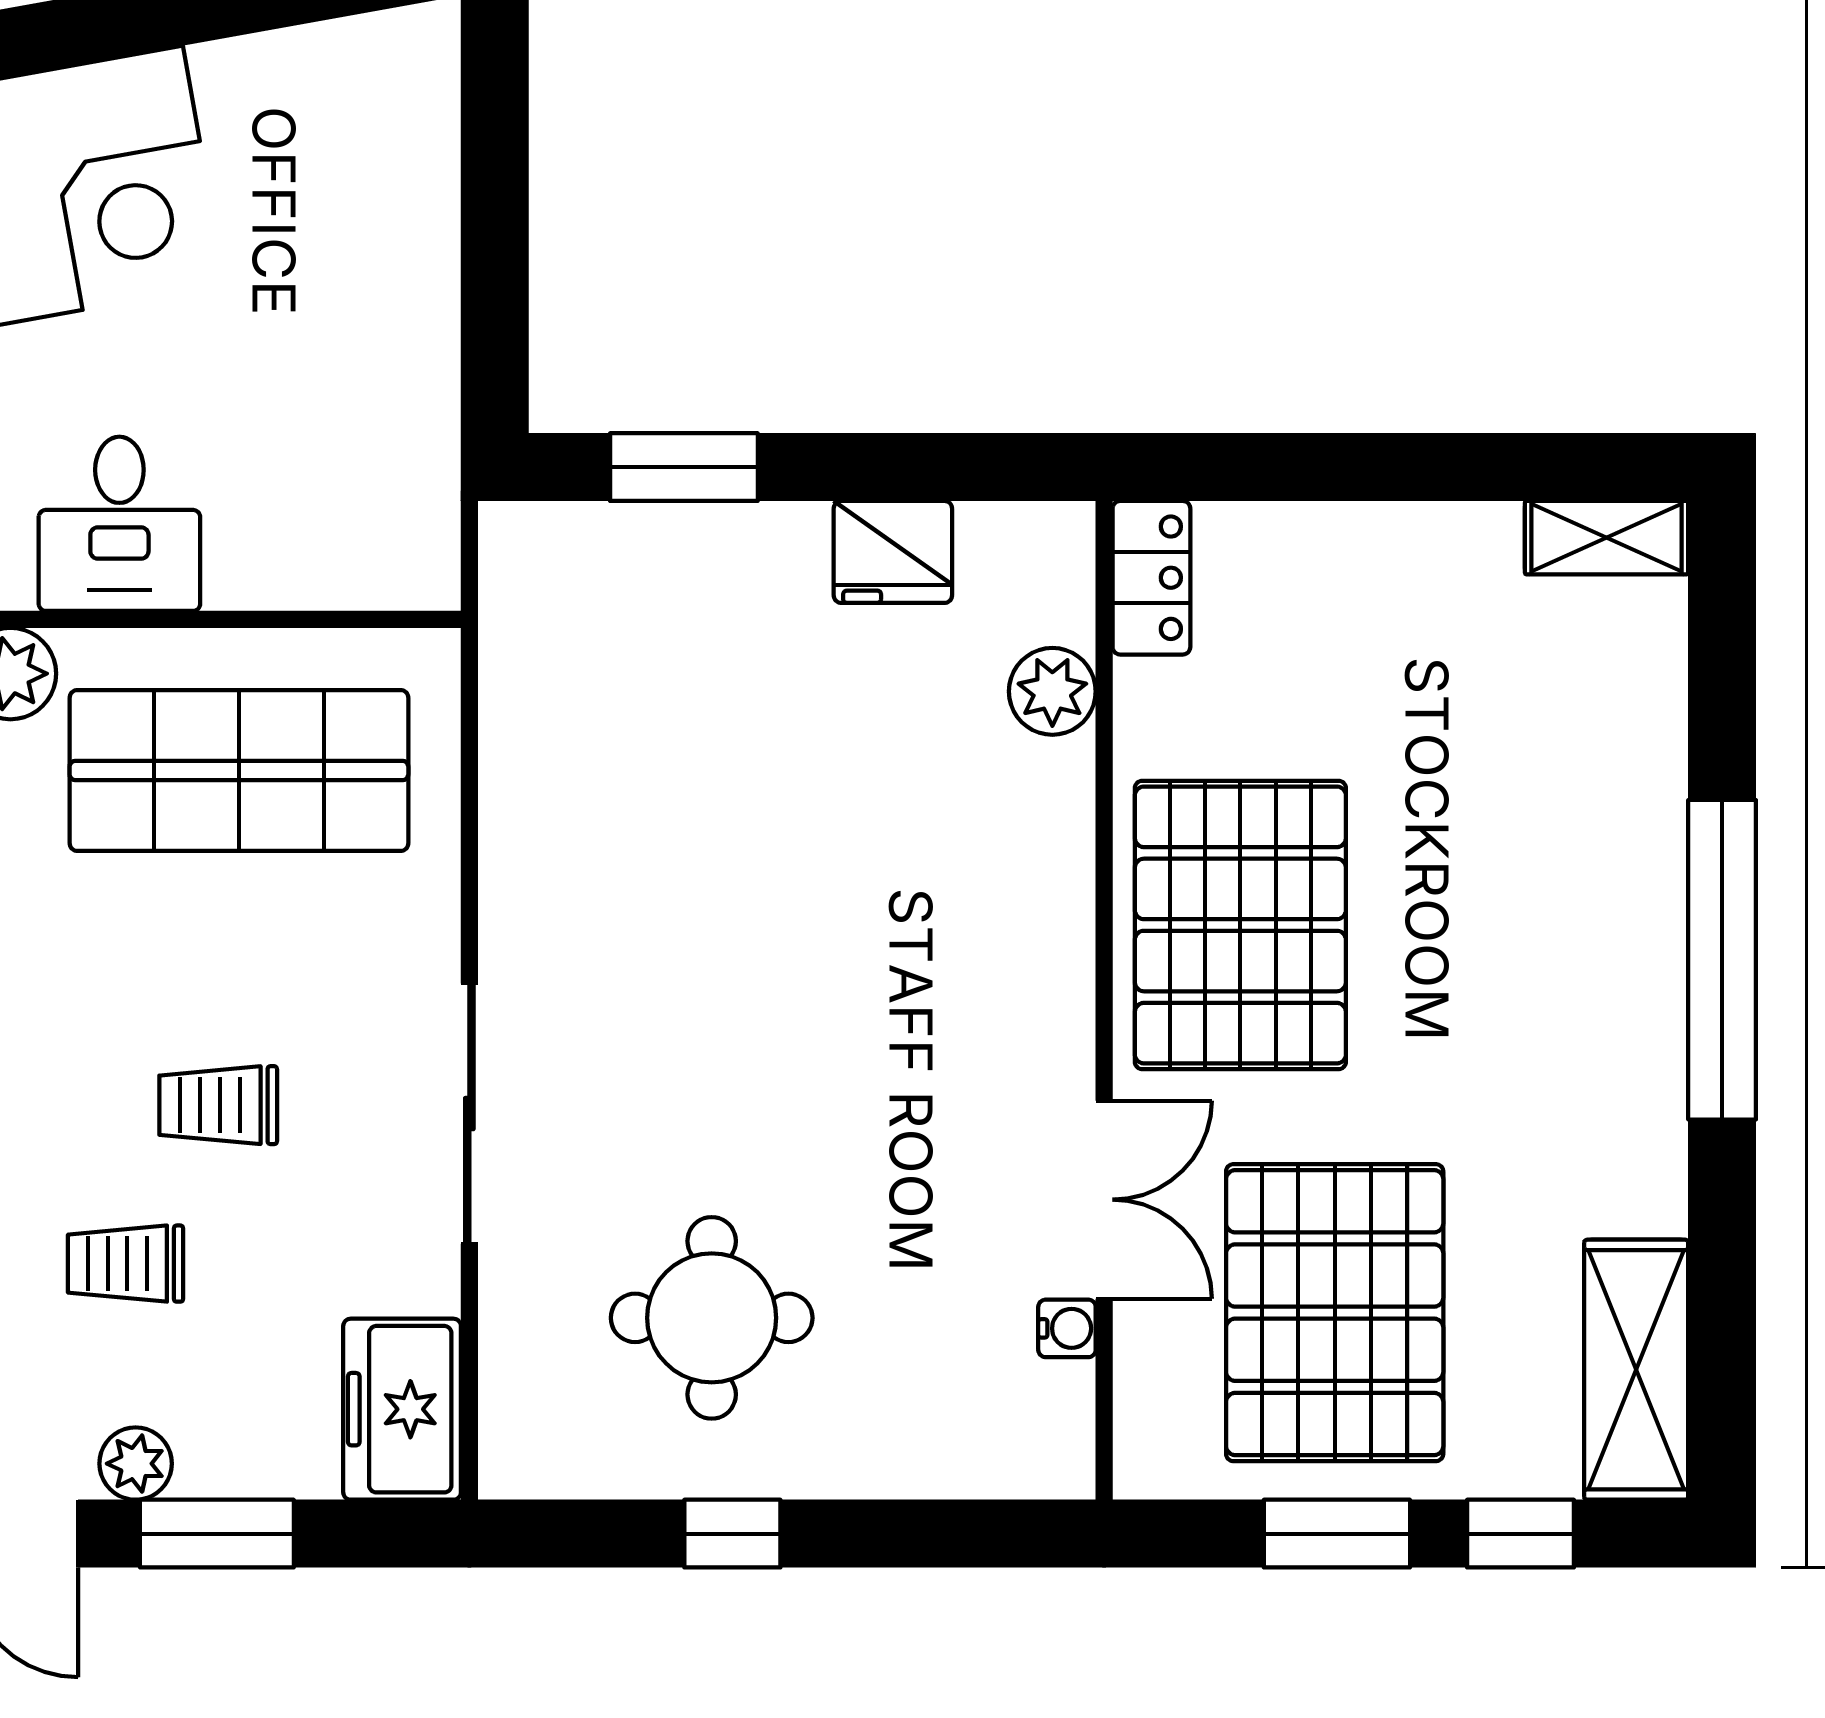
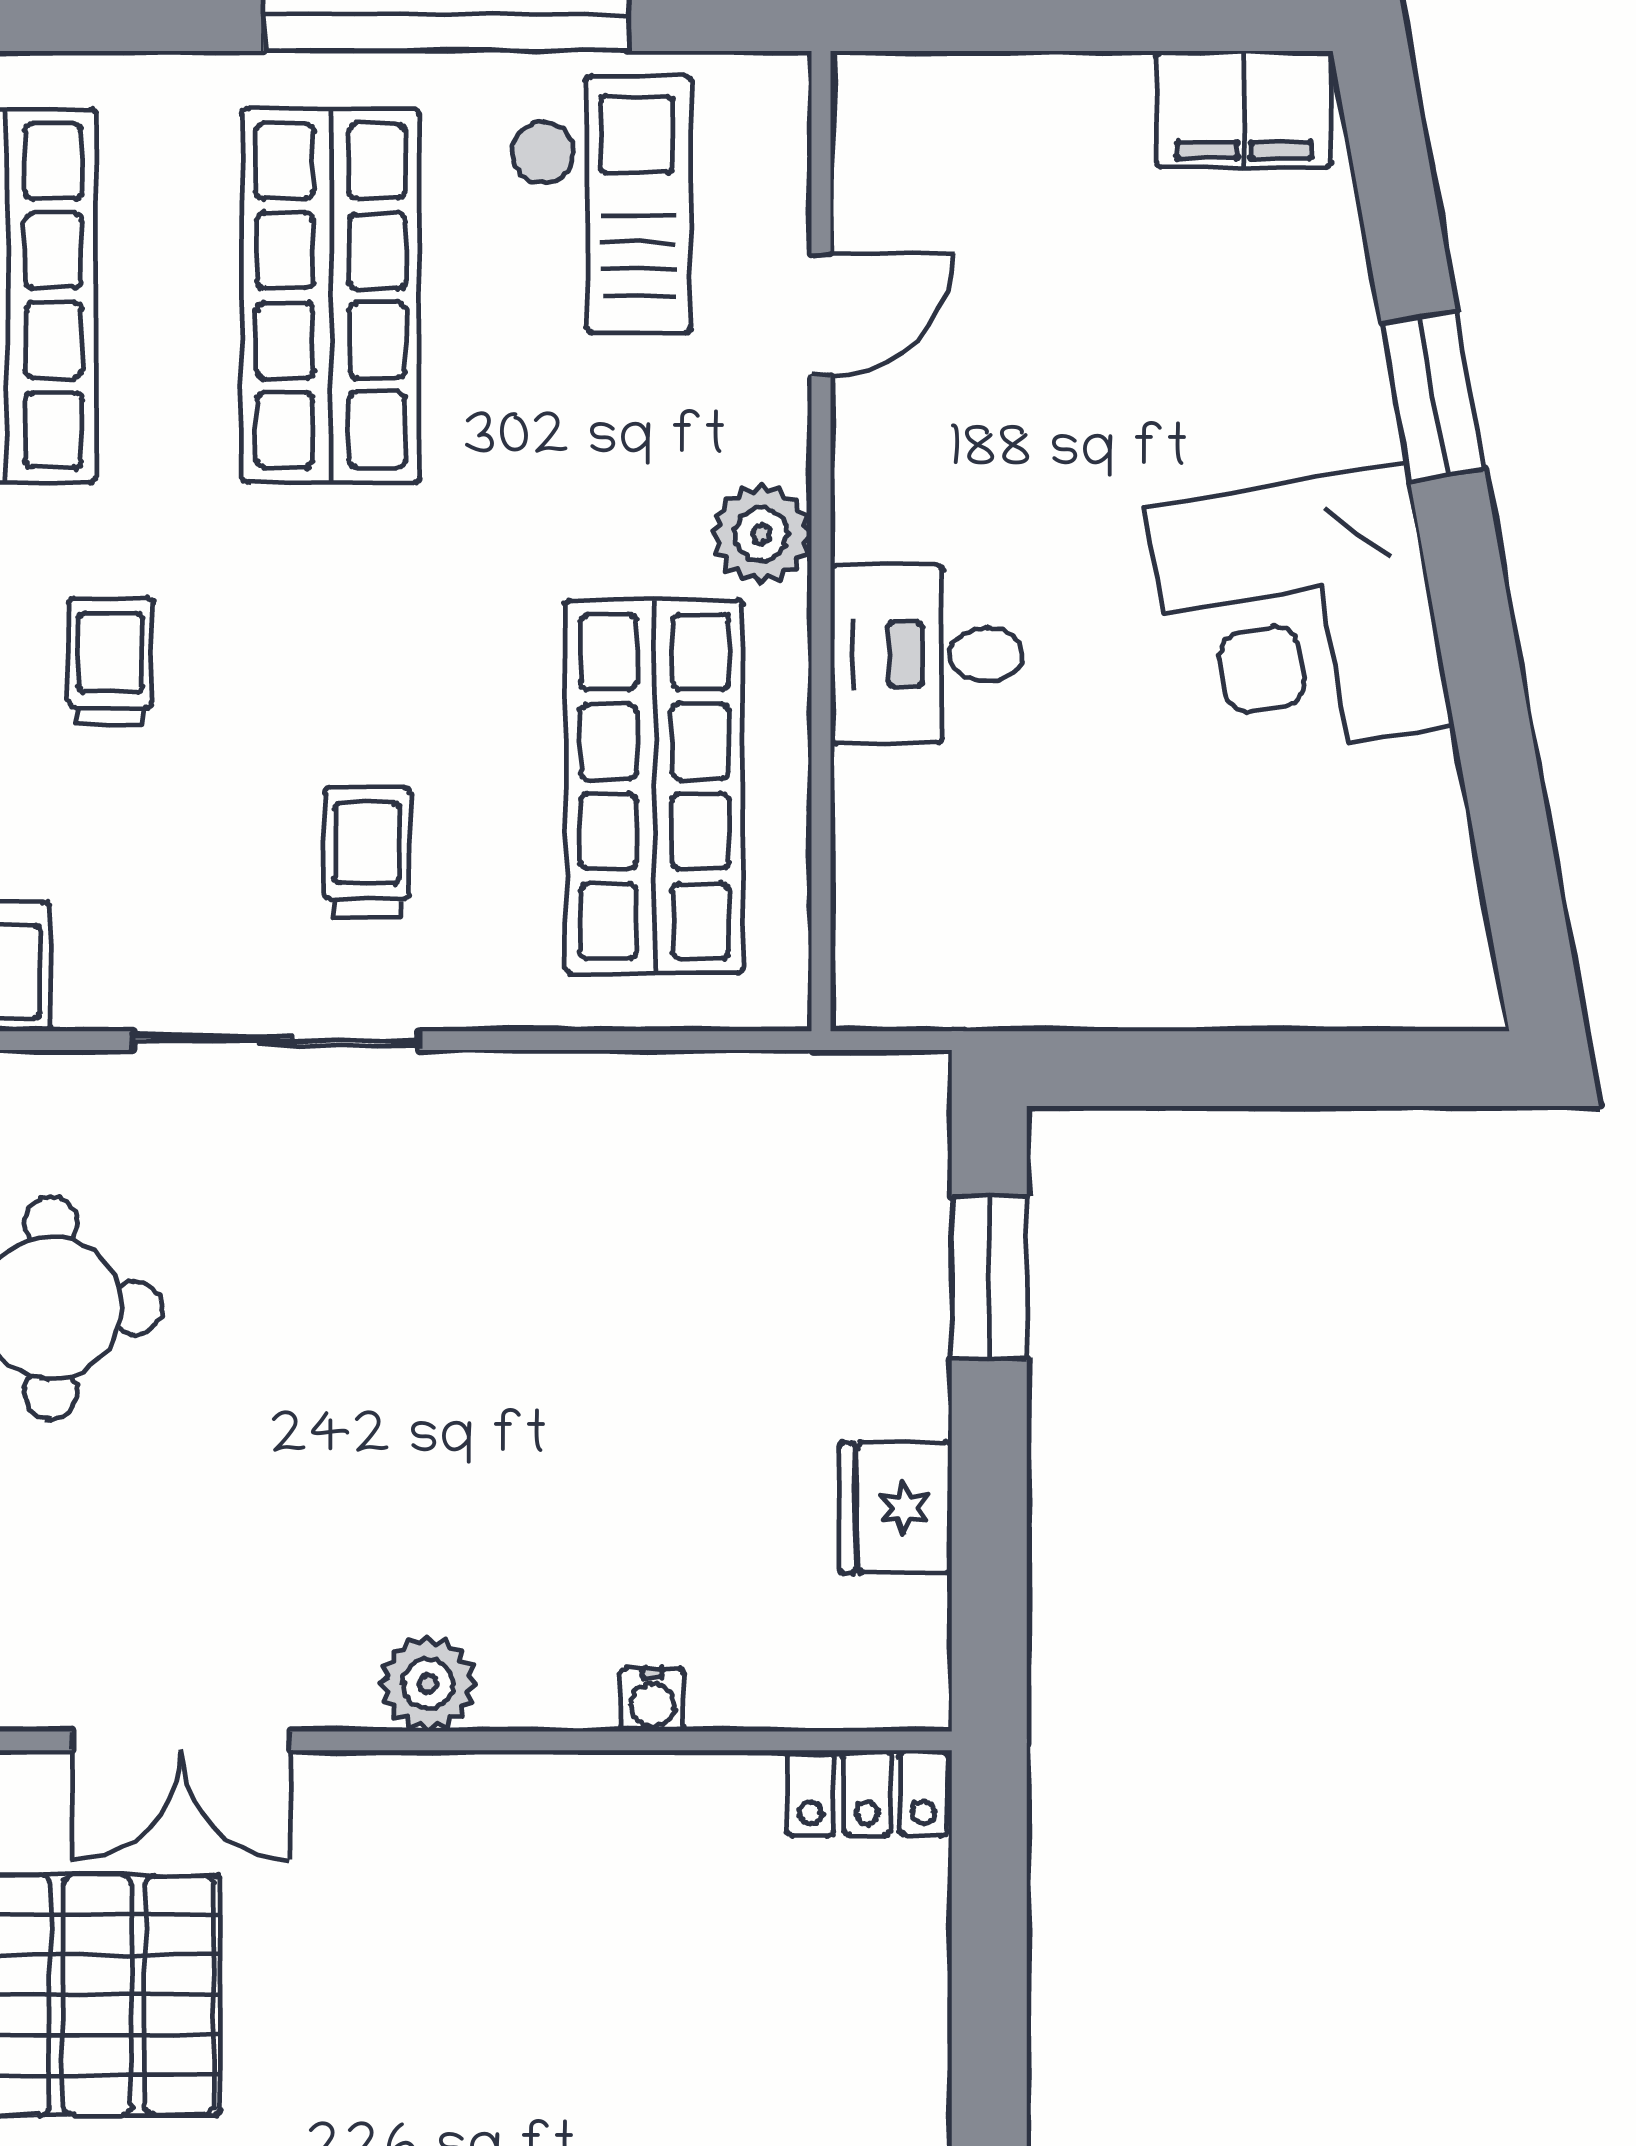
plant: (1052, 691) -> (428, 1684), moved
pallet: (1240, 925) -> (484, 1891), removed
trolley: (218, 1105) -> (367, 852), moved
water cooler: (1067, 1328) -> (653, 1700), moved

